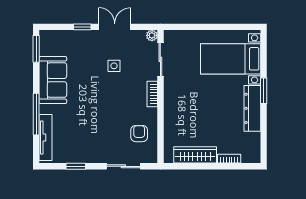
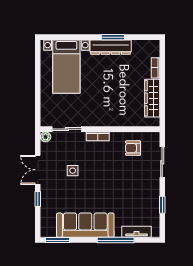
sofa: (53, 80) -> (85, 225), width x1.36
window: (264, 91) -> (113, 37), moved
tv unit: (45, 137) -> (137, 232), width x0.71

